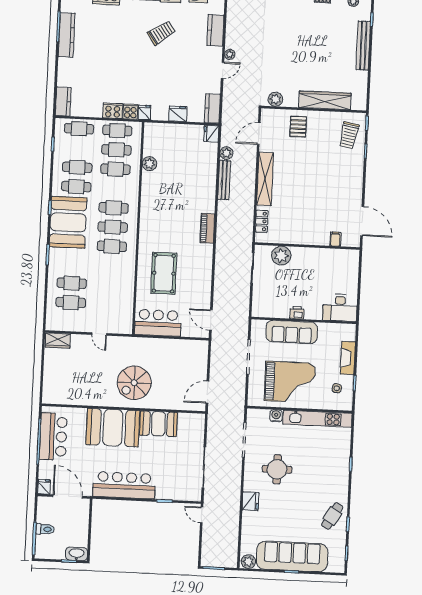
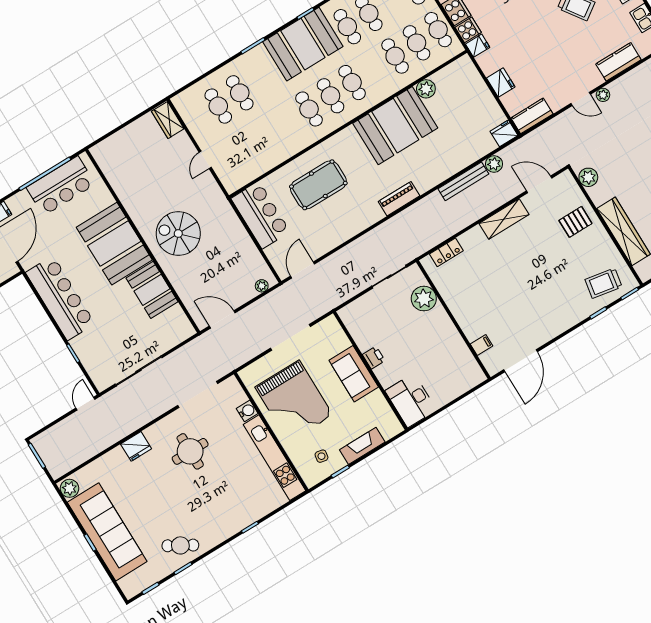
shelving: (265, 179) -> (504, 219), width x0.68
booth: (160, 199) -> (395, 126), added
sofa: (292, 332) -> (354, 374), width x0.73
plant: (203, 353) -> (262, 286), added

